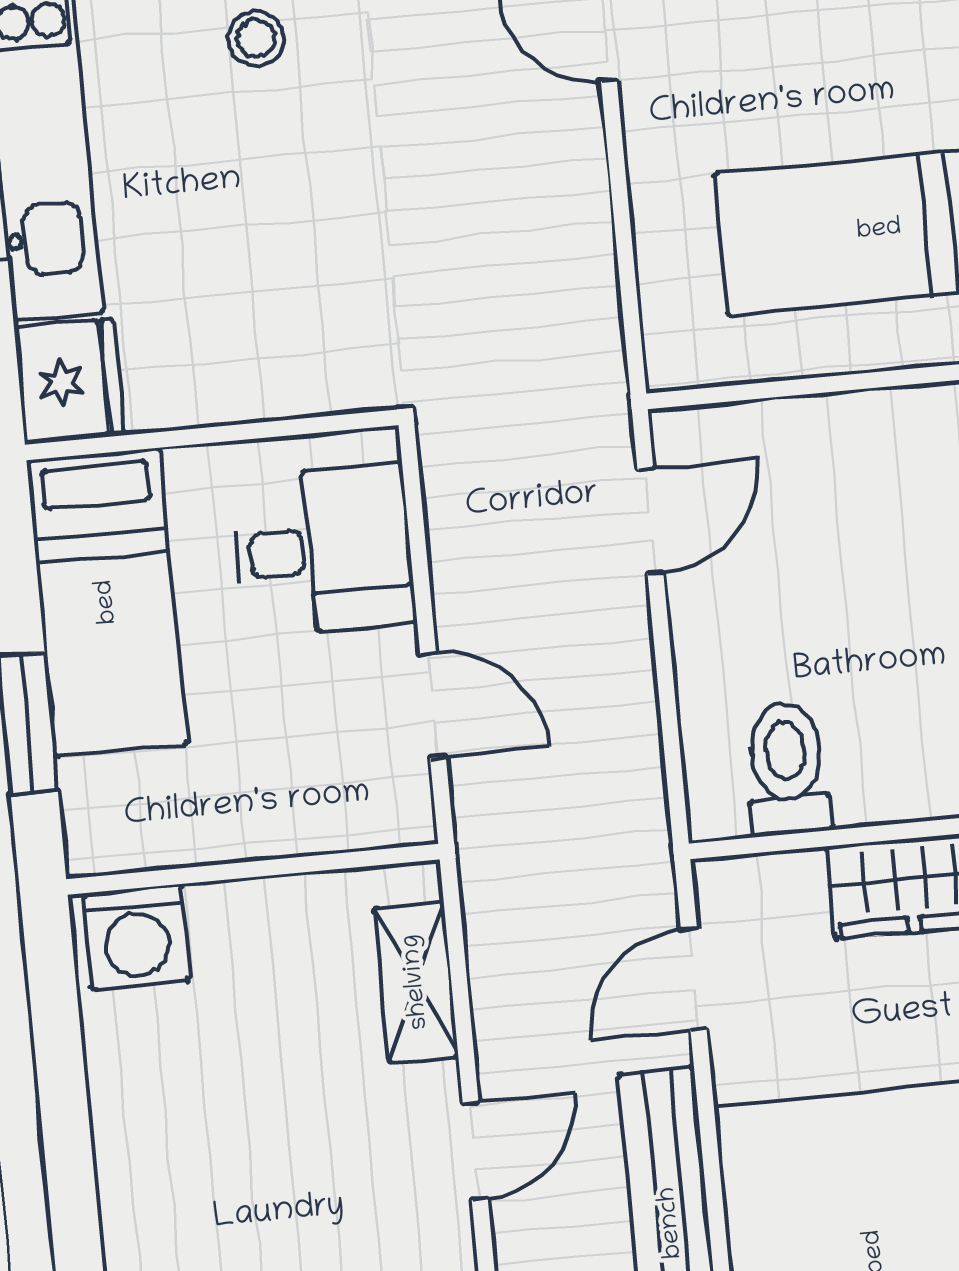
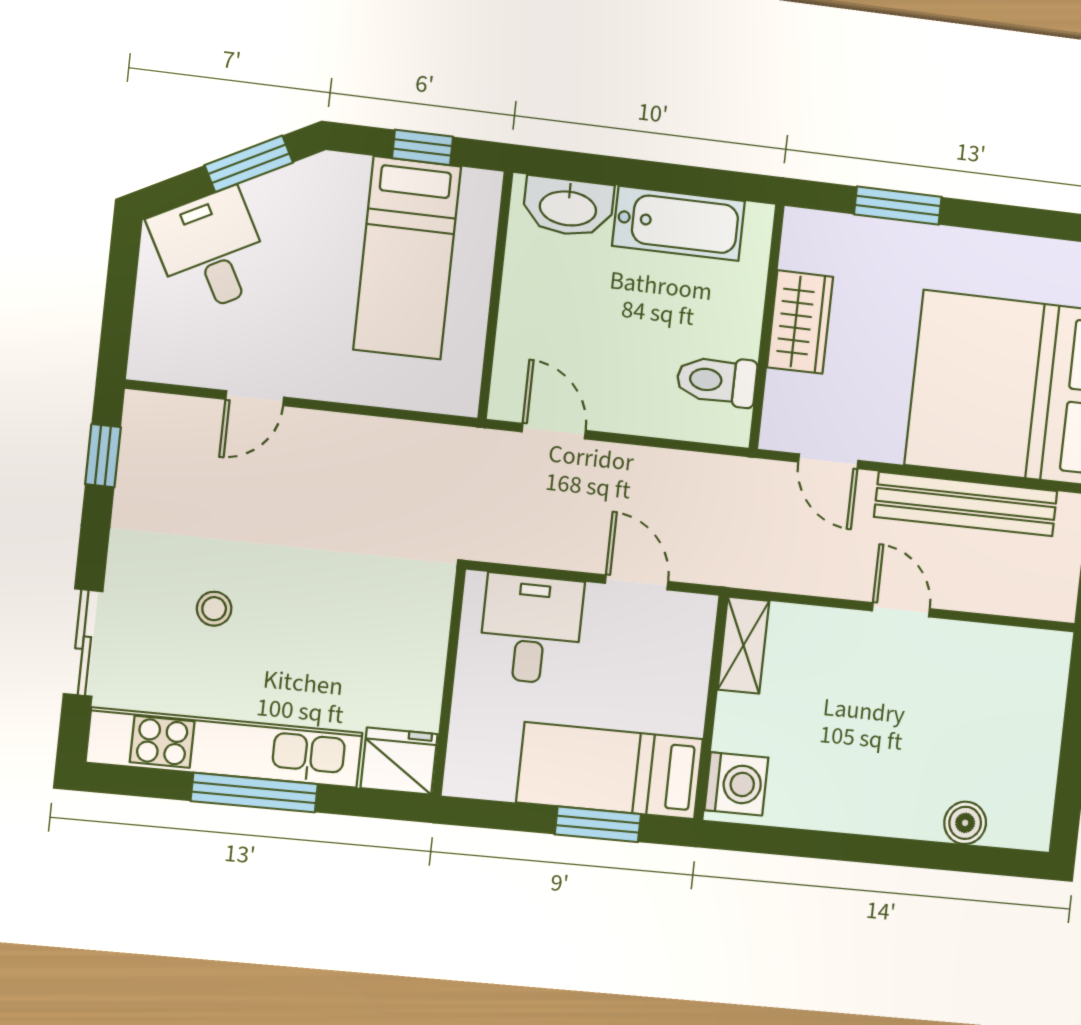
bed: (107, 602) -> (610, 771), moved, turned 180
door: (433, 706) -> (637, 582), hinge flipped
shelving: (416, 982) -> (743, 645), moved, turned 90

